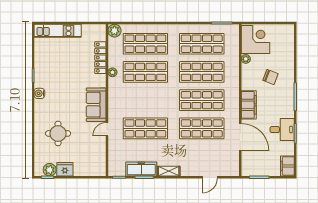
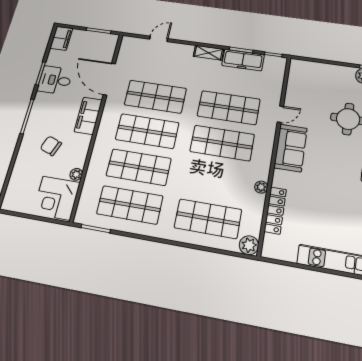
shop shelf: (145, 72) -> (222, 143), moved
fridge: (65, 169) -> (344, 74), removed

